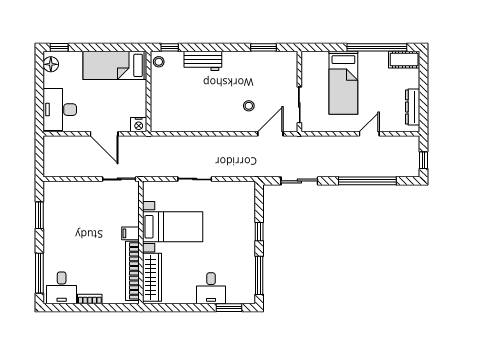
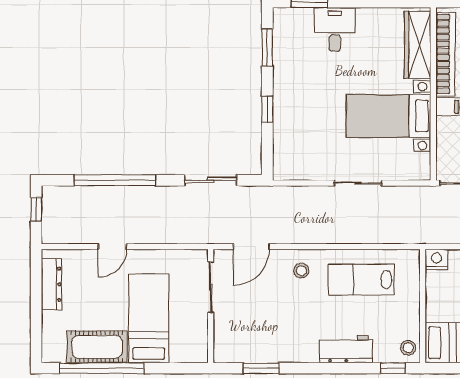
cot: (404, 60) -> (97, 347), moved, width x1.37, depth x1.34
stool: (249, 106) -> (301, 271), moved
lab bench: (192, 110) -> (361, 280), added
window: (259, 275) -> (267, 48), width x0.69

